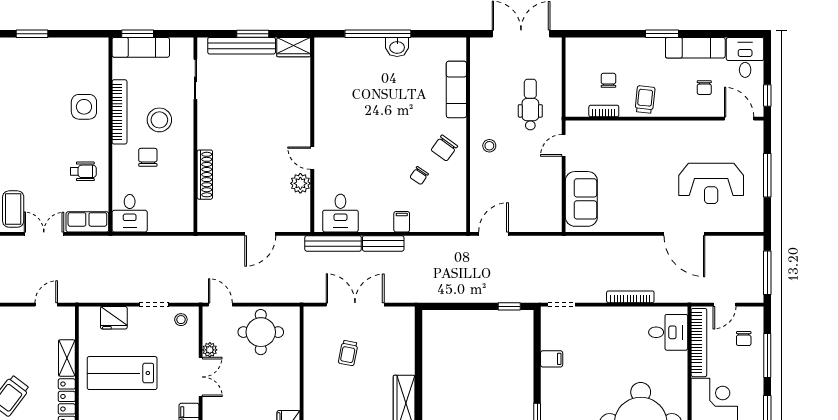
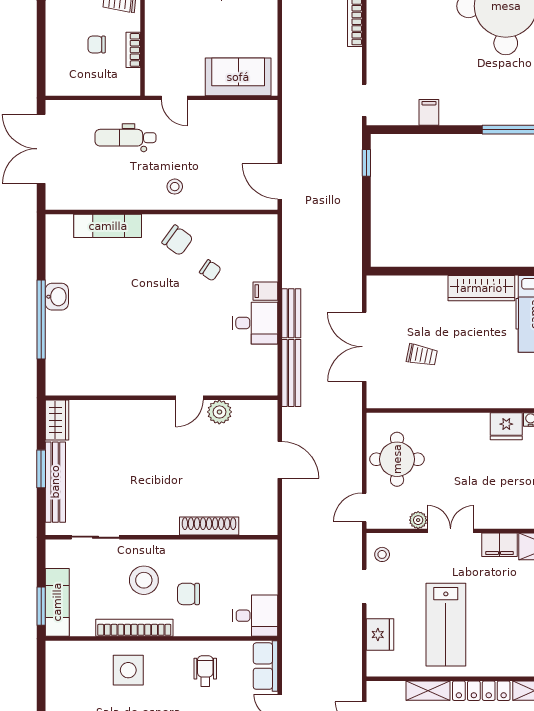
desk: (340, 213) -> (255, 323), moved

